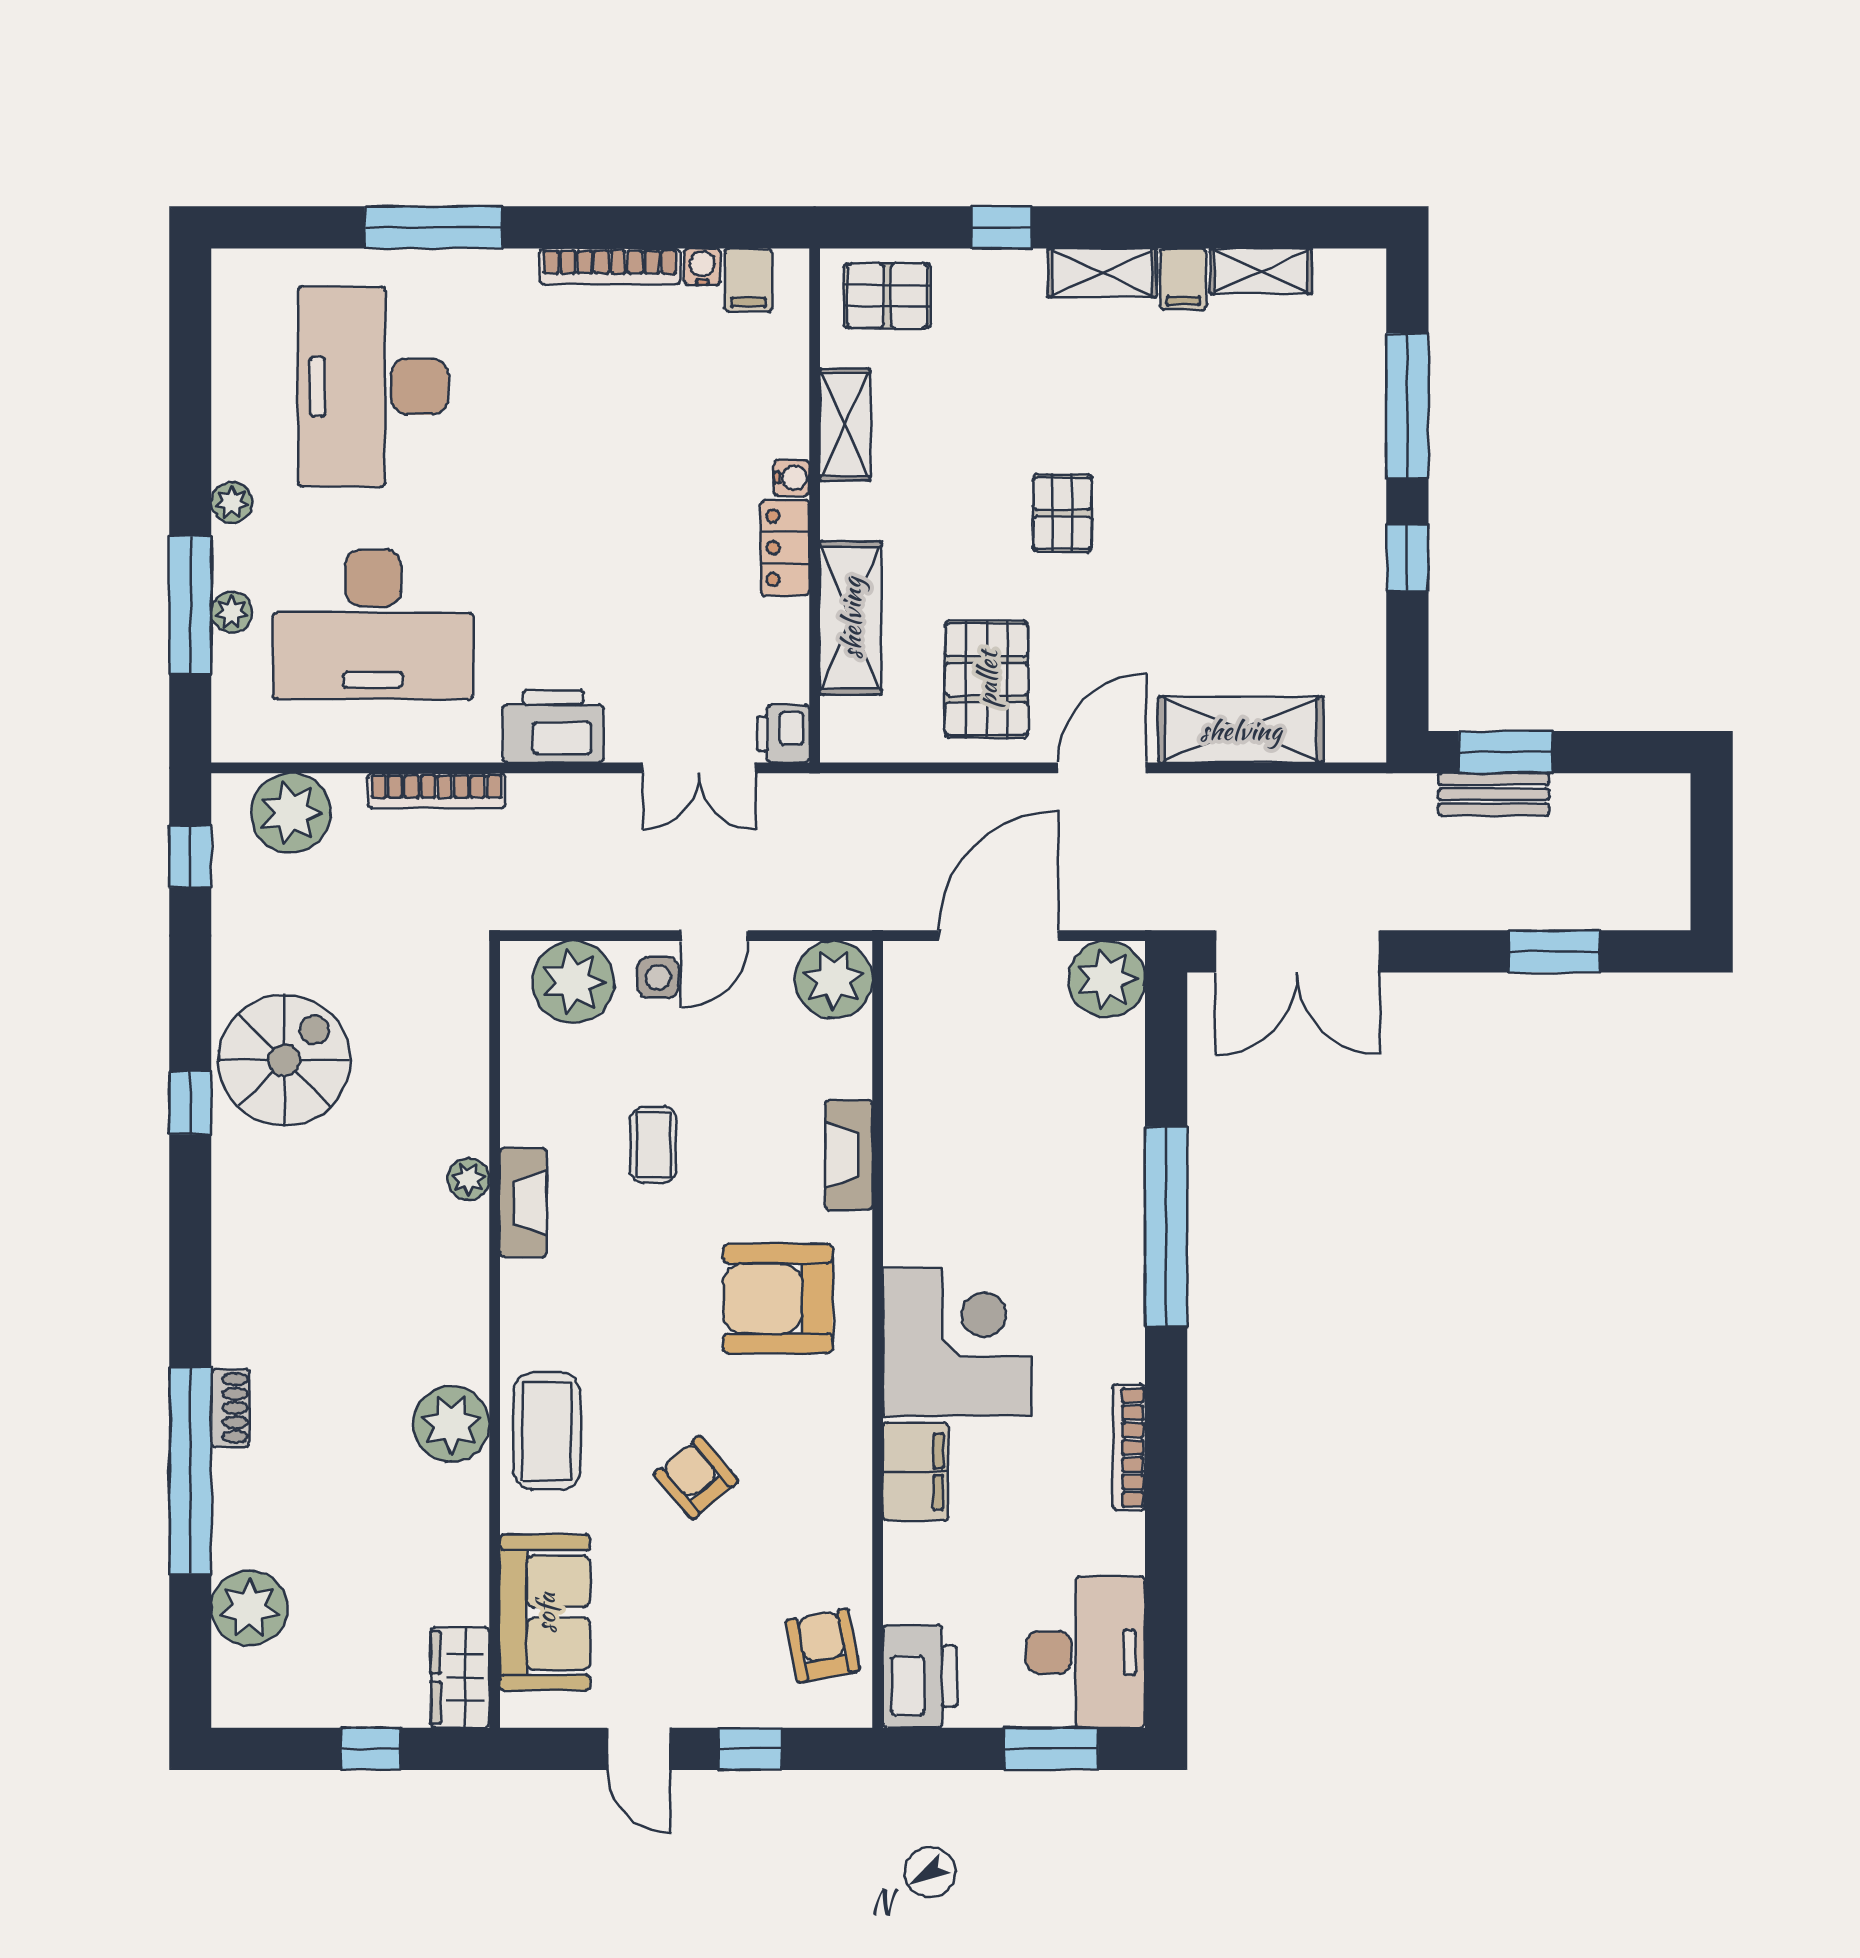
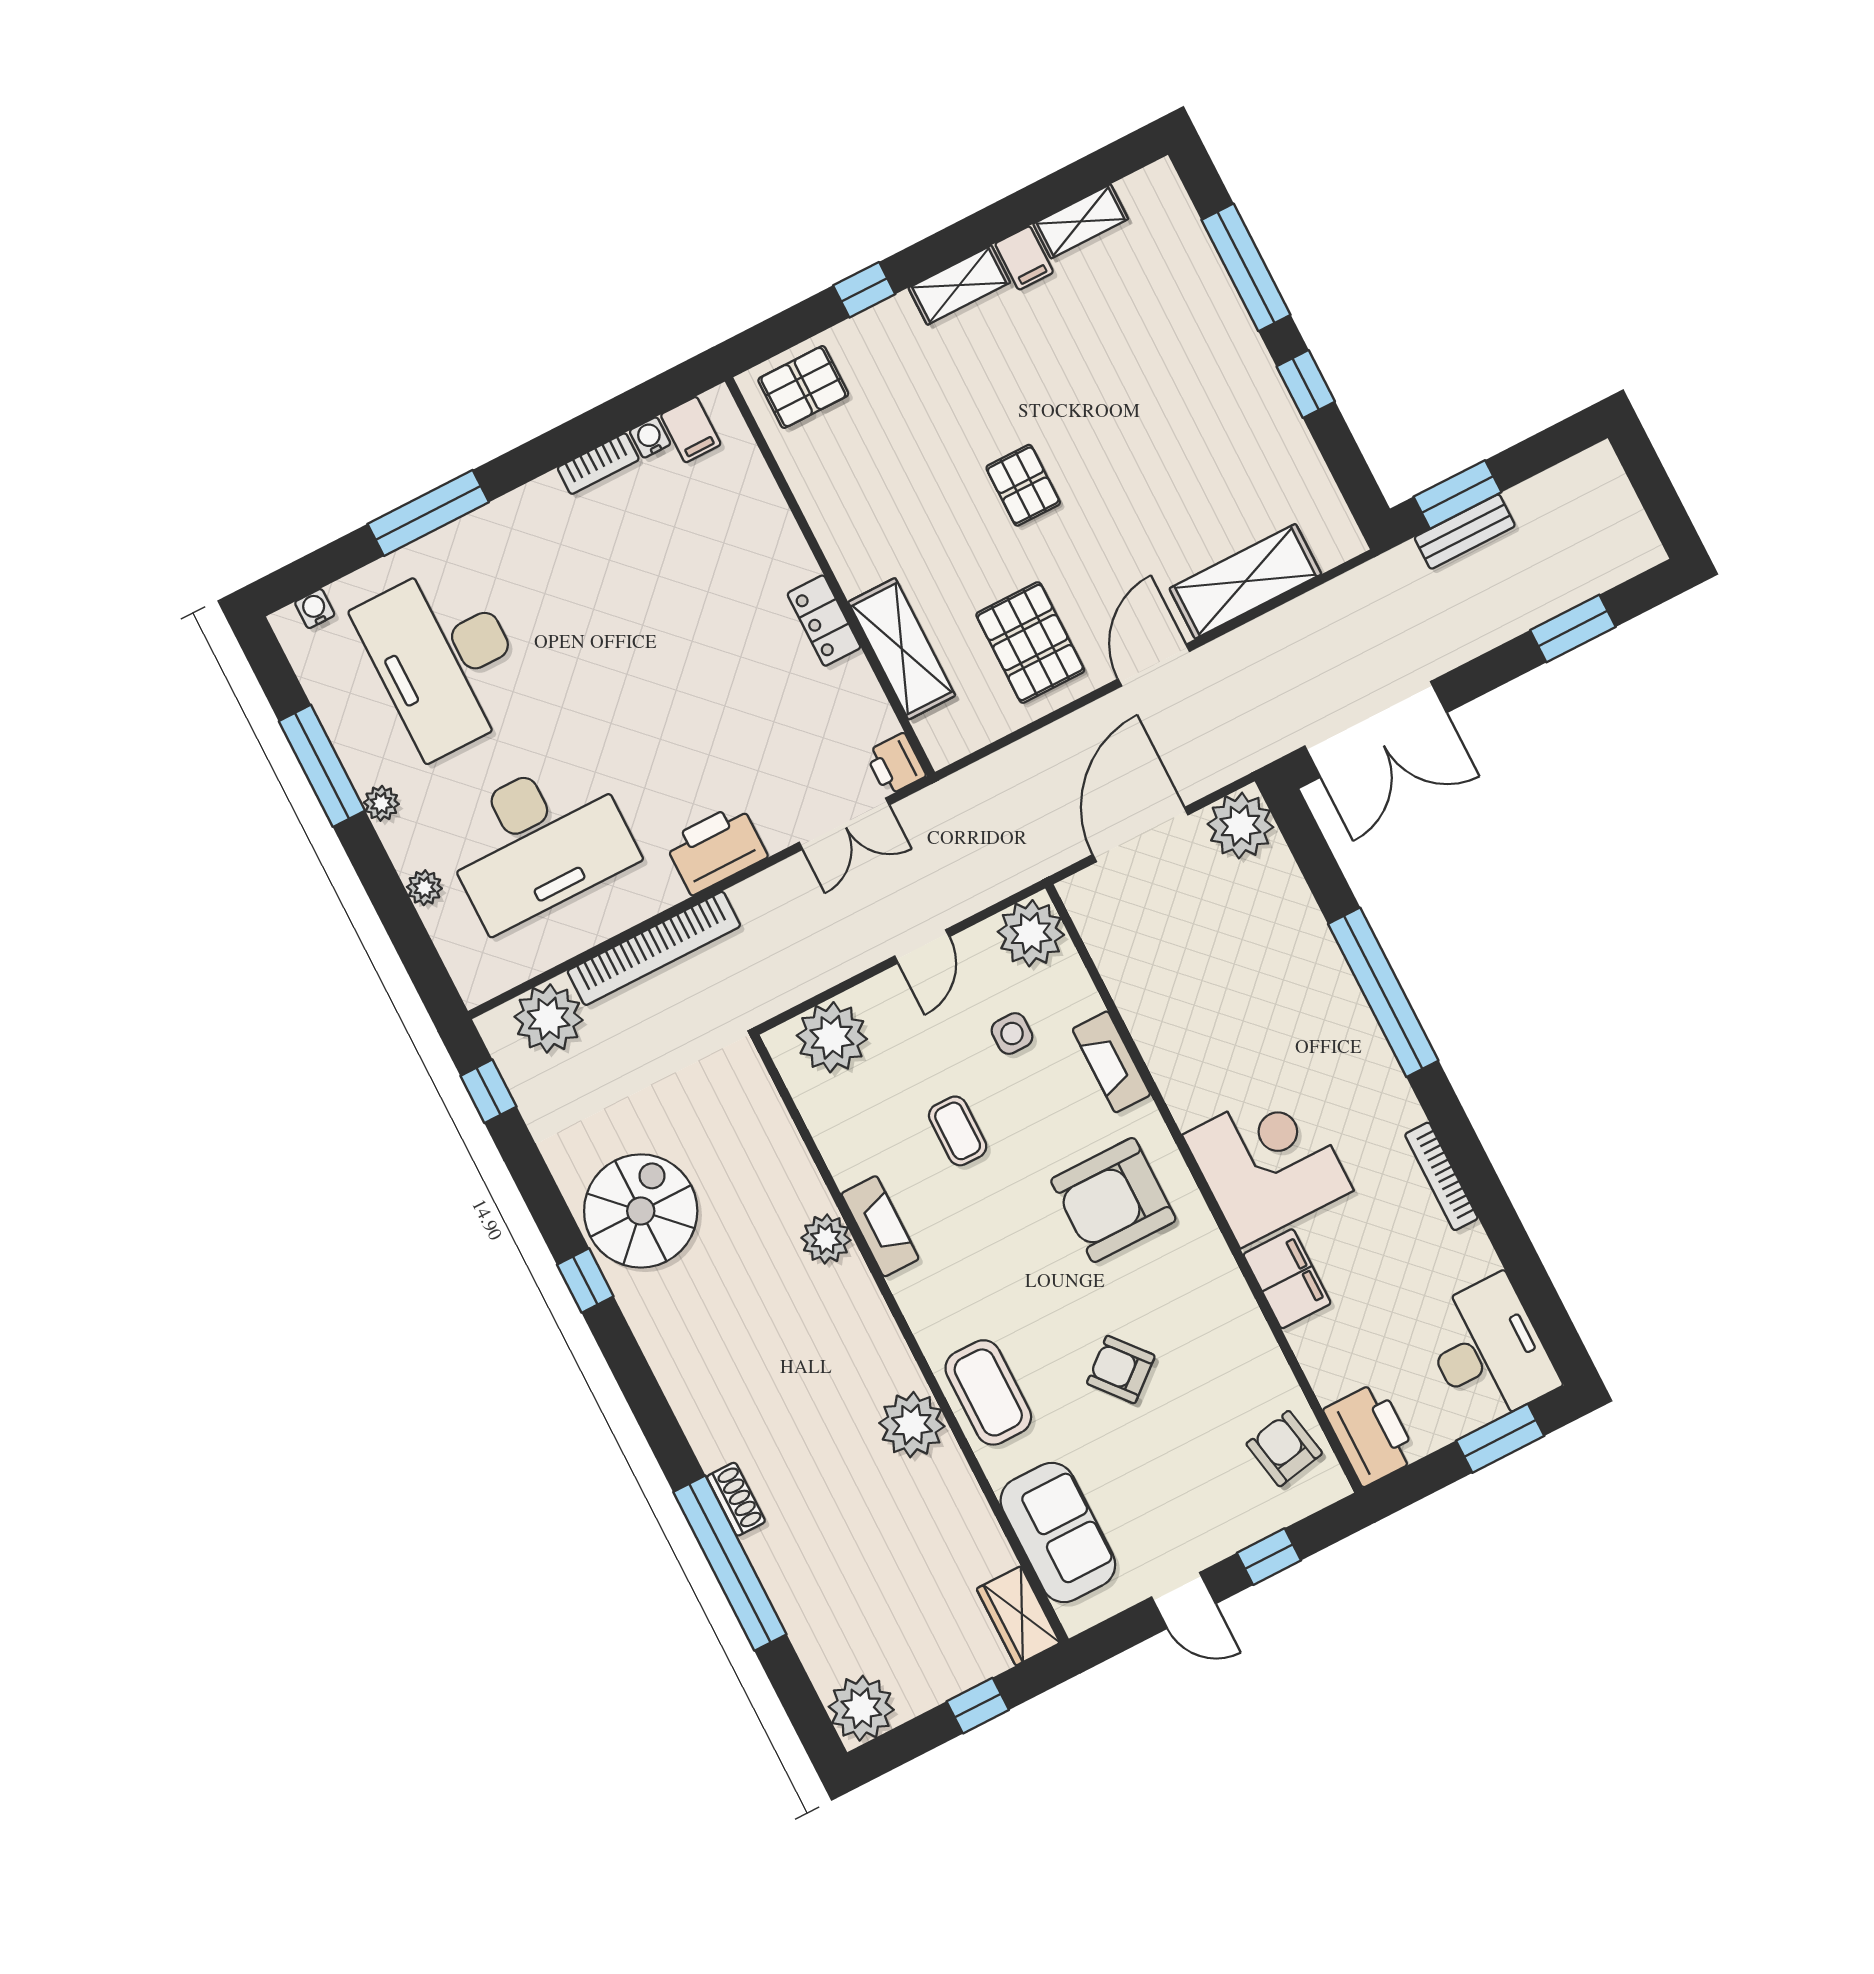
bookcase: (610, 266) -> (598, 464), width x0.64
shelving: (845, 425) -> (822, 503), removed
water cooler: (792, 478) -> (315, 609), moved, turned -90
window: (190, 605) -> (322, 766), moved
bookcase: (436, 791) -> (654, 948), width x1.48, depth x1.31
side table: (658, 978) -> (1012, 1034), moved
plant: (468, 1179) -> (826, 1239), width x1.38, depth x1.38
plant: (249, 1608) -> (861, 1708), moved

